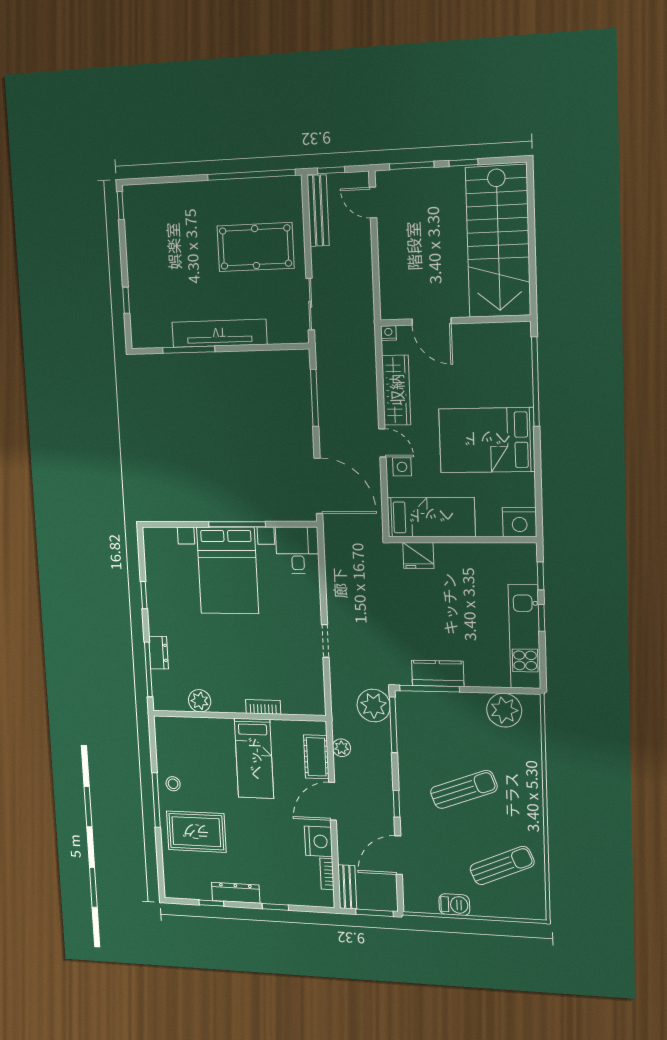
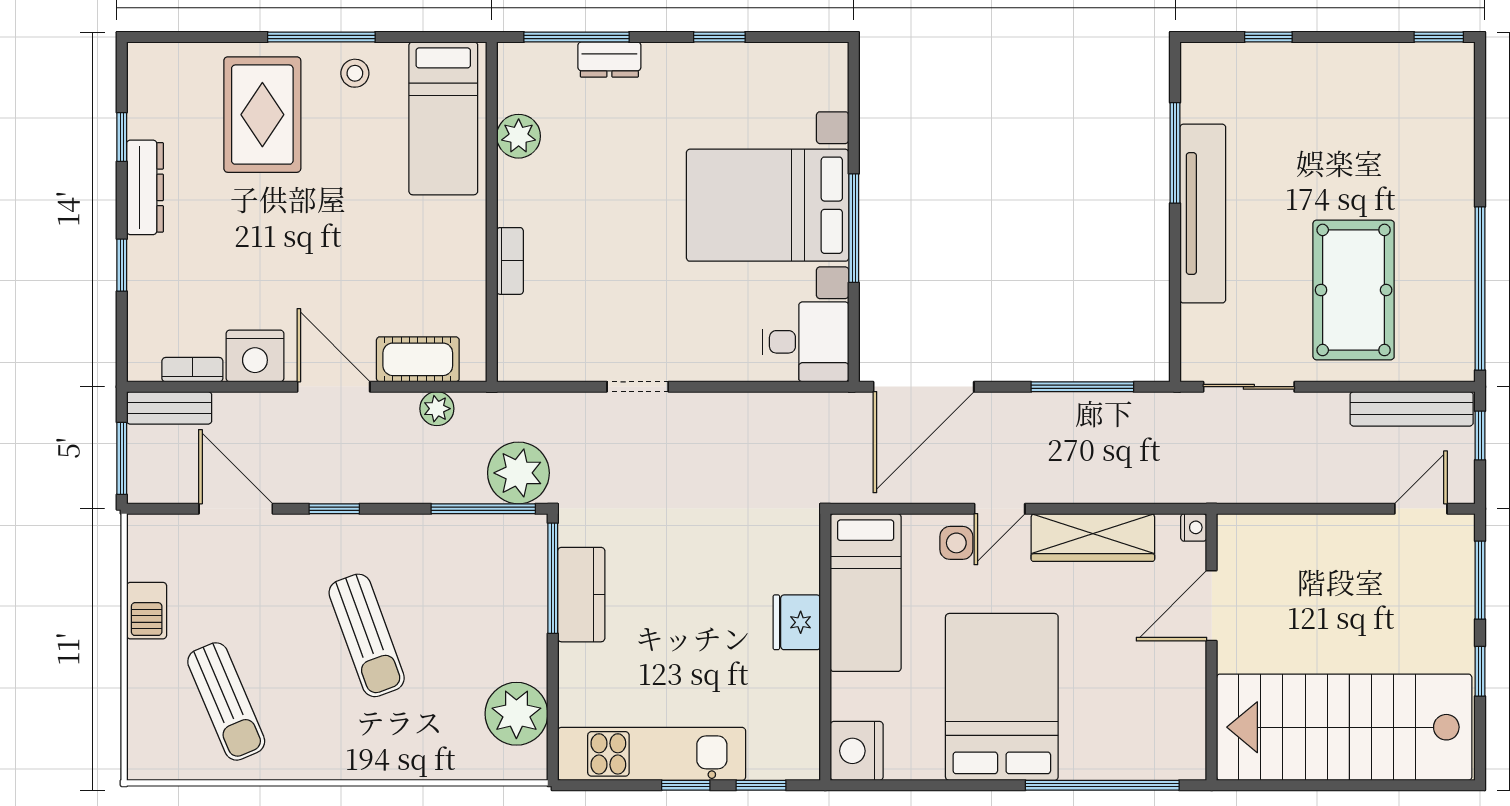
fridge: (418, 555) -> (797, 622), moved
bed: (254, 758) -> (443, 118), moved, turned -90

